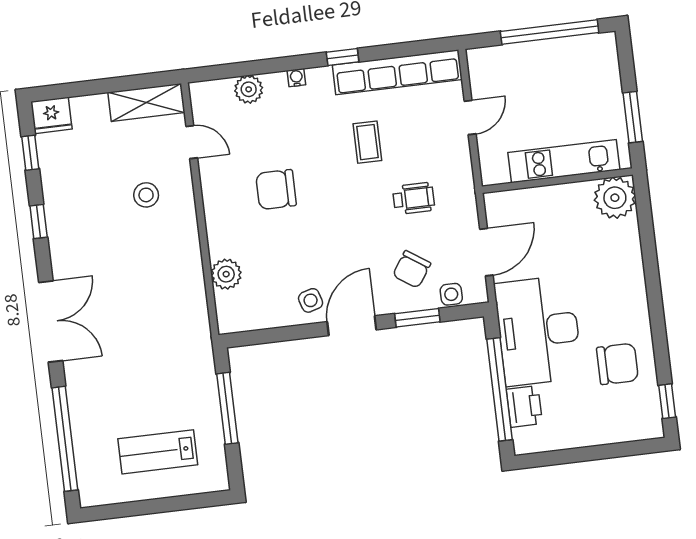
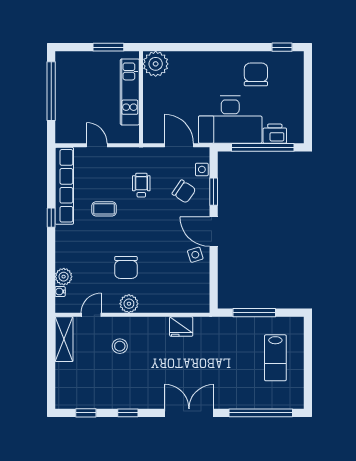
water cooler: (296, 78) -> (60, 292), moved
fridge: (51, 115) -> (181, 327), moved, turned 90
plant: (226, 274) -> (129, 304), moved

